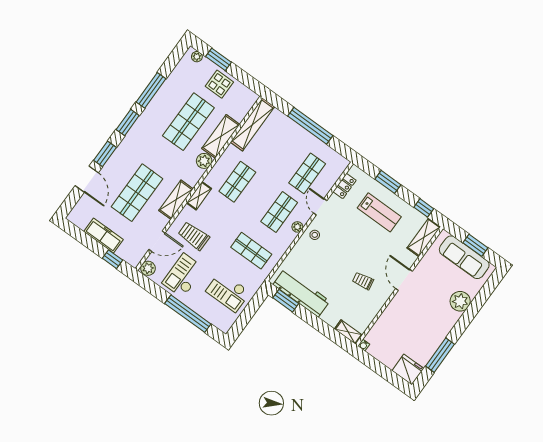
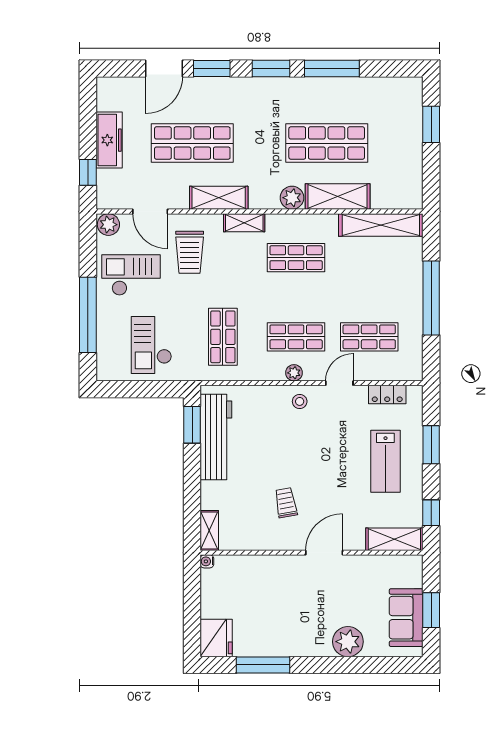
plant: (197, 57) -> (415, 95), removed
display table: (219, 84) -> (401, 148), removed
trolley: (194, 236) -> (190, 252), turned 180
sofa: (464, 257) -> (406, 618), width x0.73

